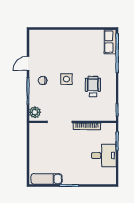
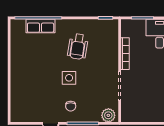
row of seats: (110, 42) -> (41, 26), moved
wheelchair: (93, 86) -> (78, 47), turned -81

